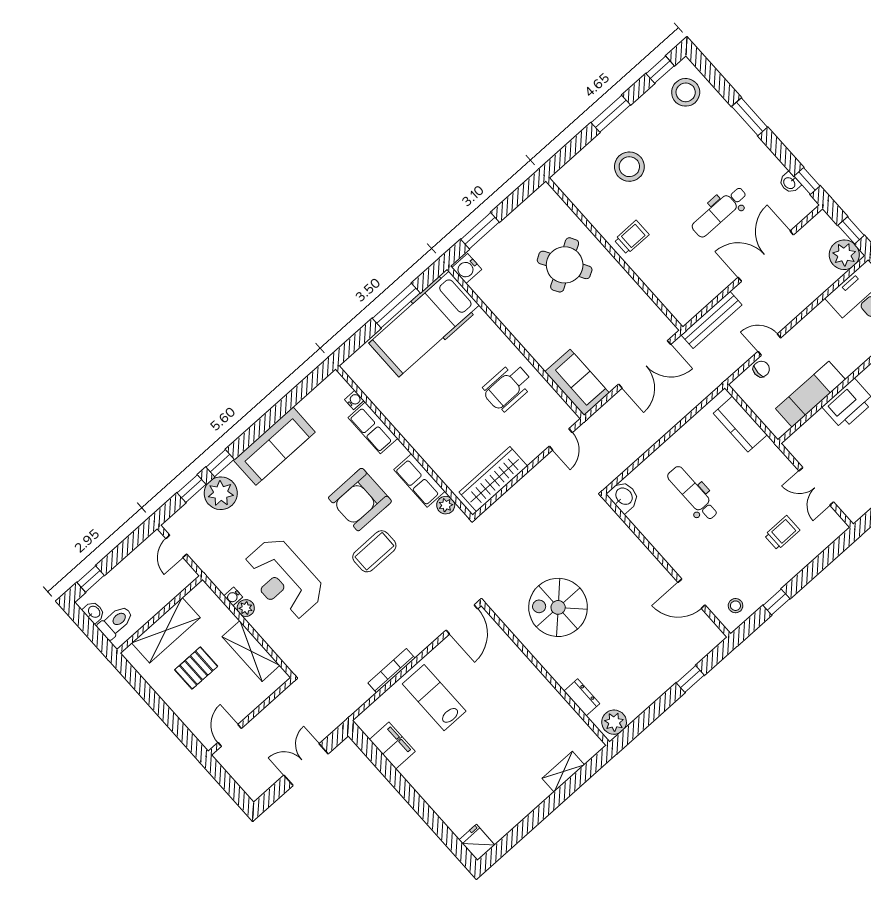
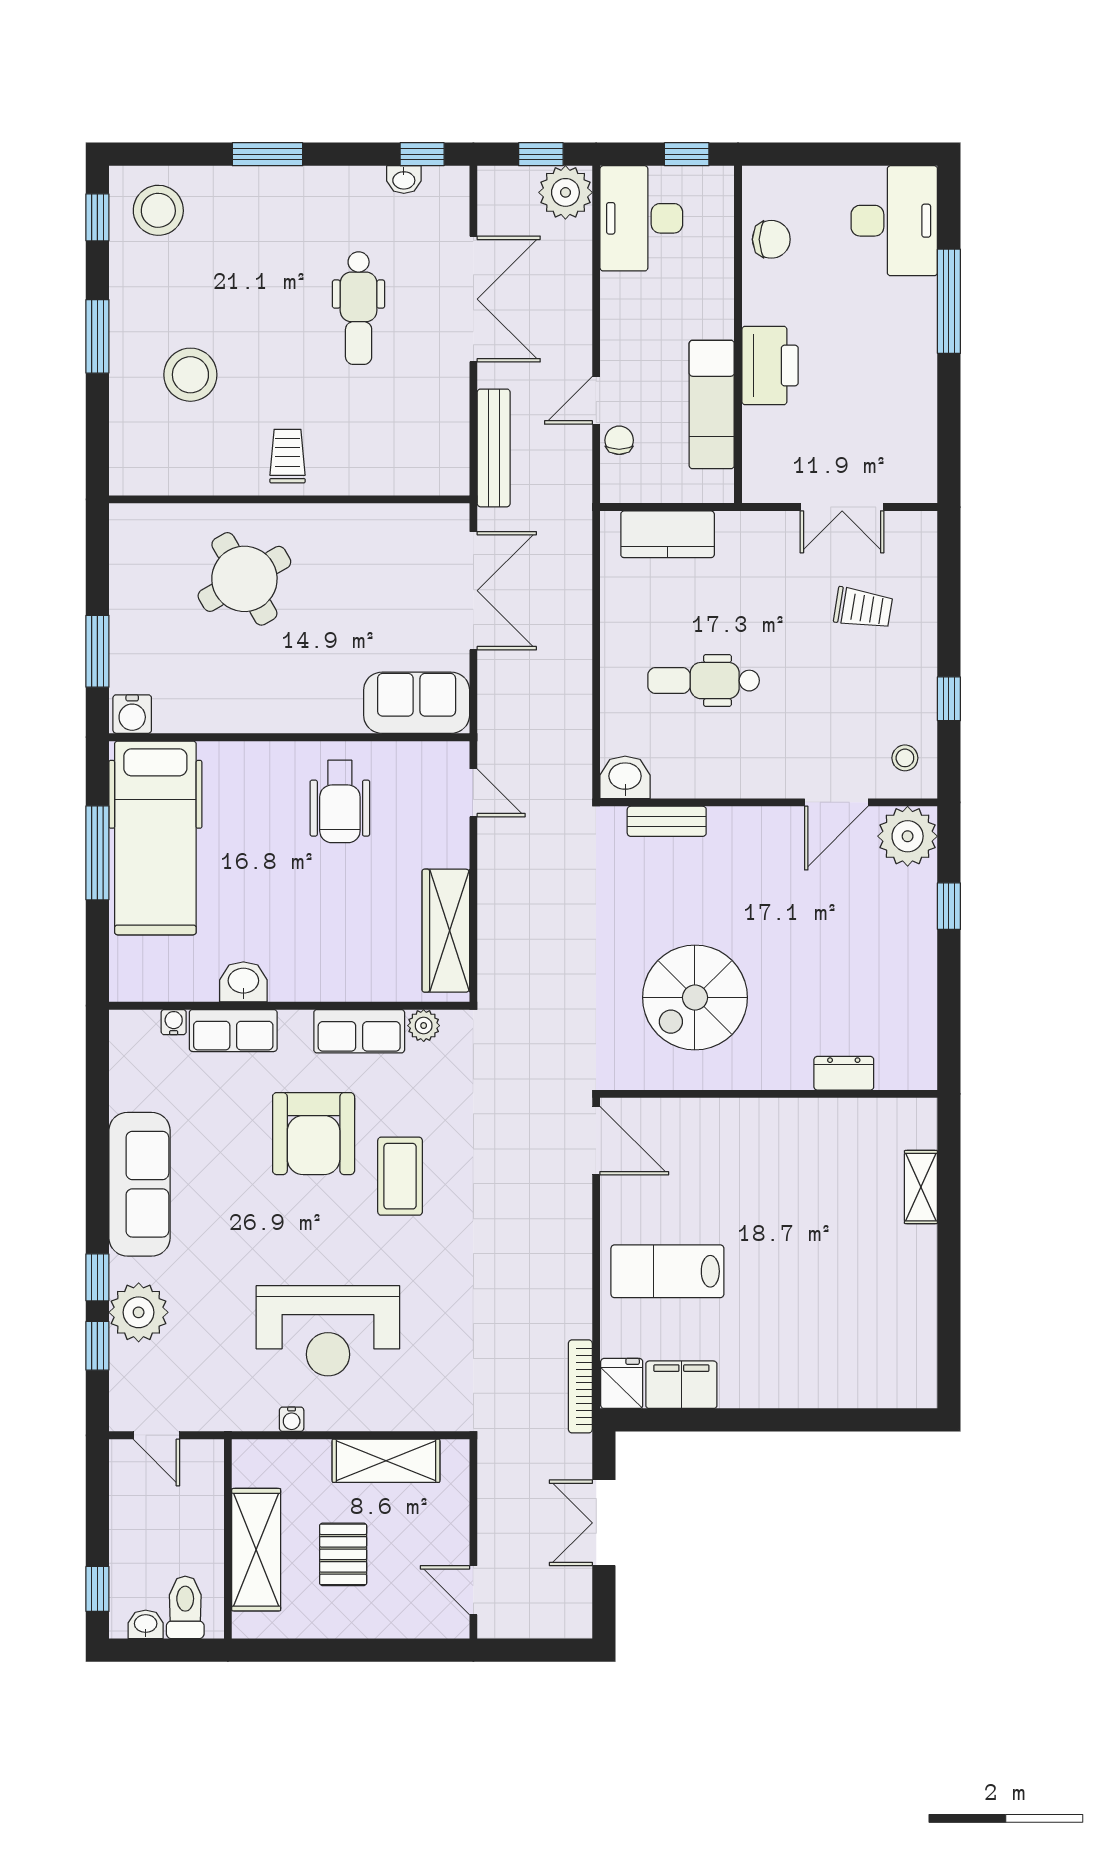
double door: (766, 256) -> (473, 299), swing flipped
washbasin: (397, 414) -> (243, 982), added
bench: (621, 530) -> (667, 821), added
trolley: (782, 533) -> (863, 608), turned 99
plant: (246, 608) -> (322, 1416), removed
bookcase: (392, 671) -> (580, 1386), moved
plant: (614, 722) -> (908, 836), moved, width x1.36, depth x1.36
fridge: (477, 842) -> (622, 1383), moved, turned 90

